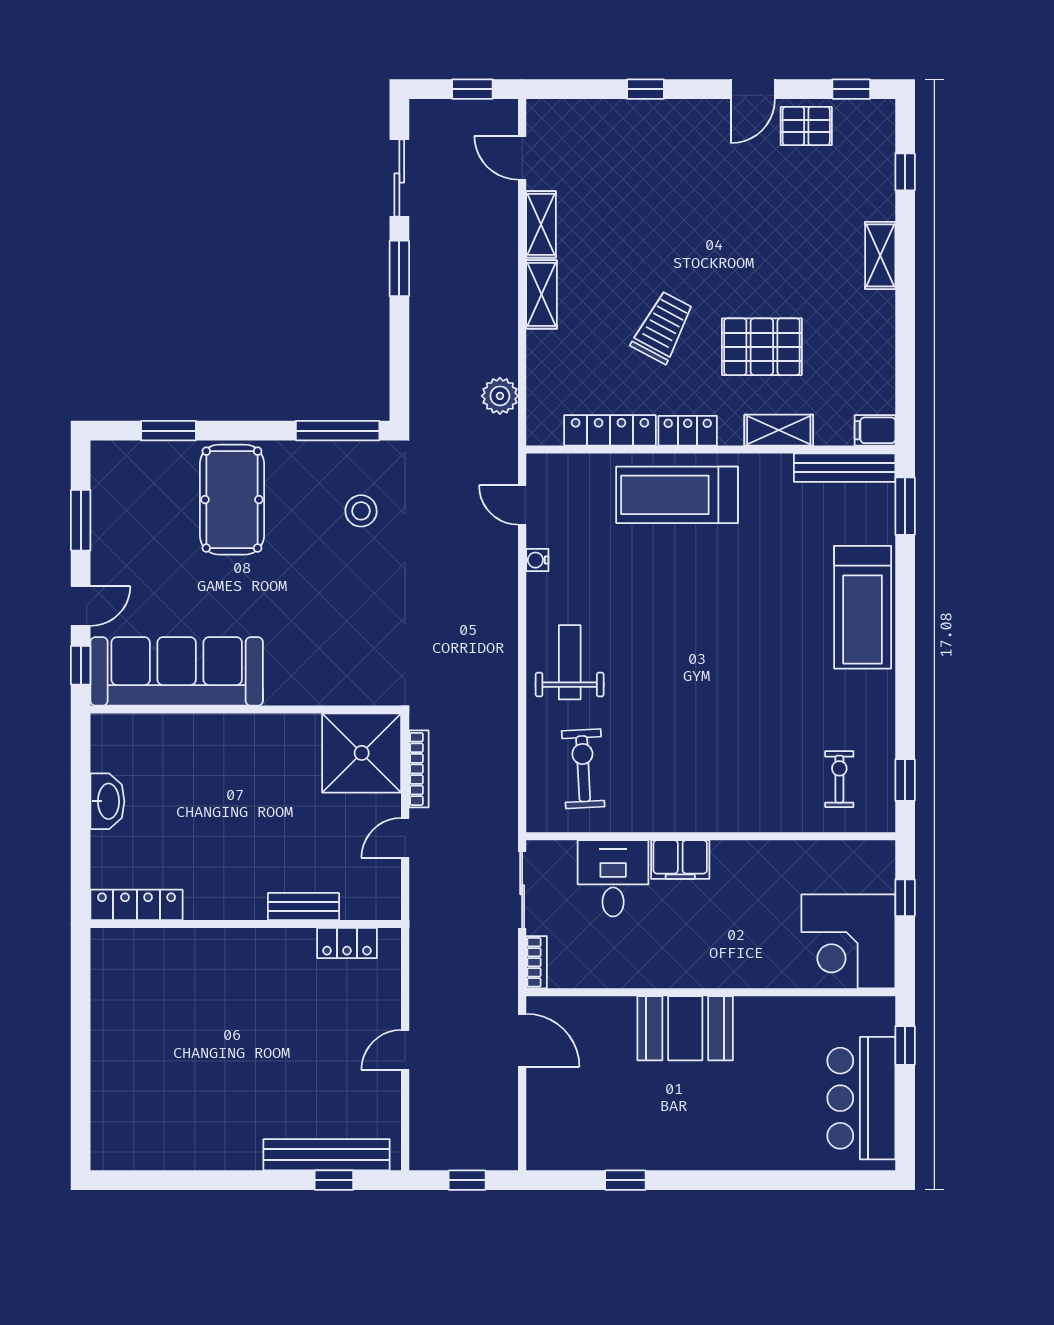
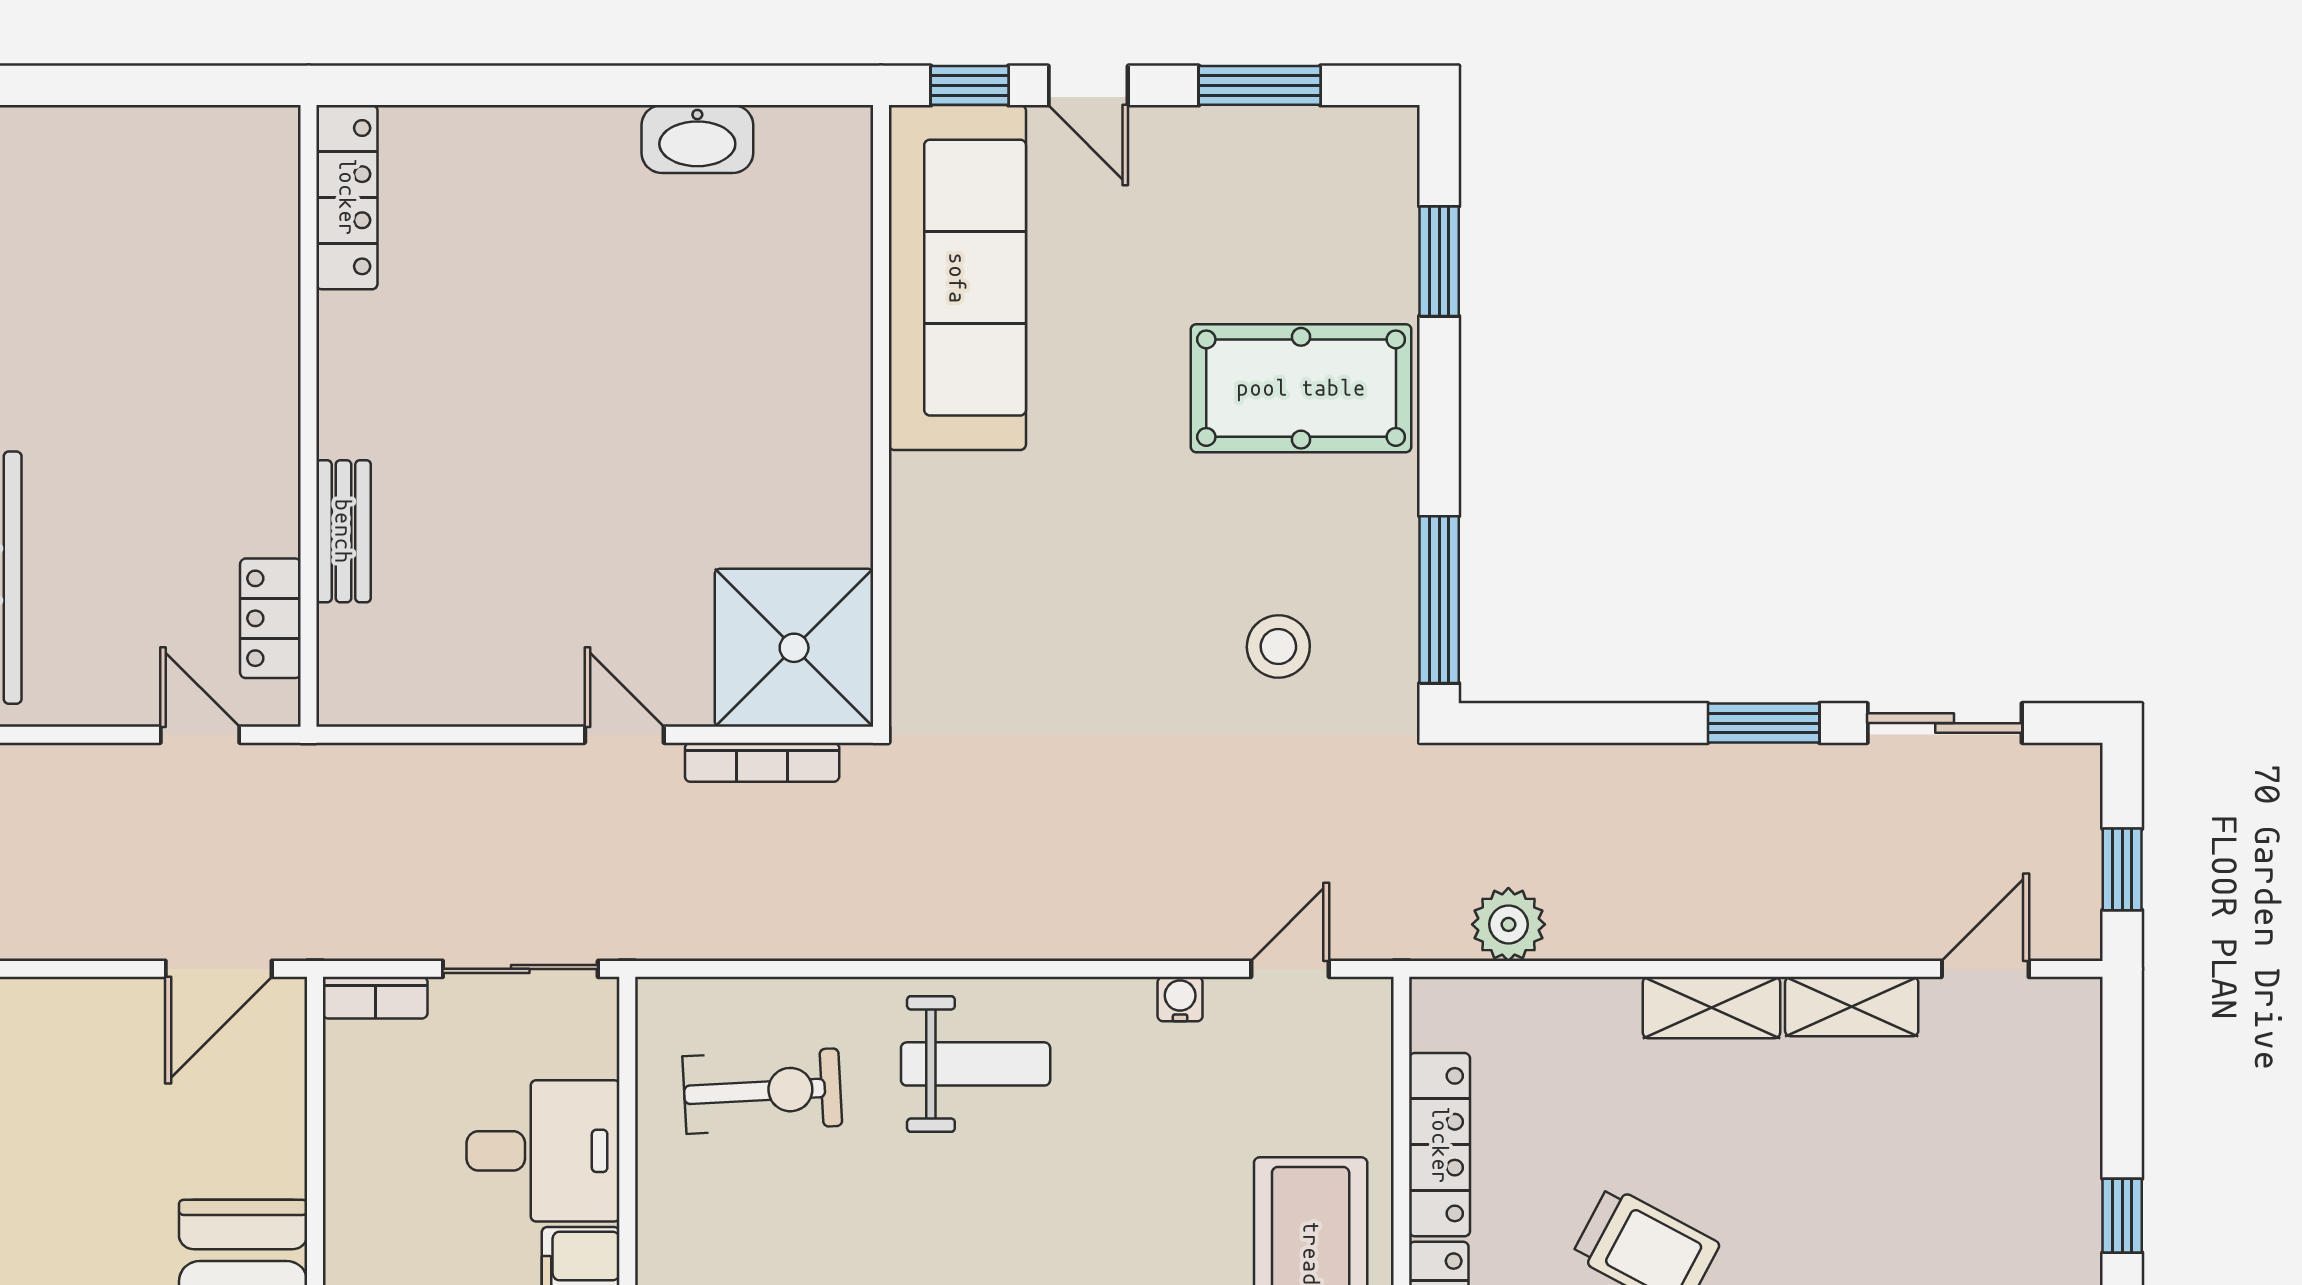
locker: (137, 905) -> (347, 197), moved
bench: (303, 907) -> (343, 531), moved
wall: (246, 924) -> (308, 416), moved
locker: (347, 943) -> (270, 618), moved

